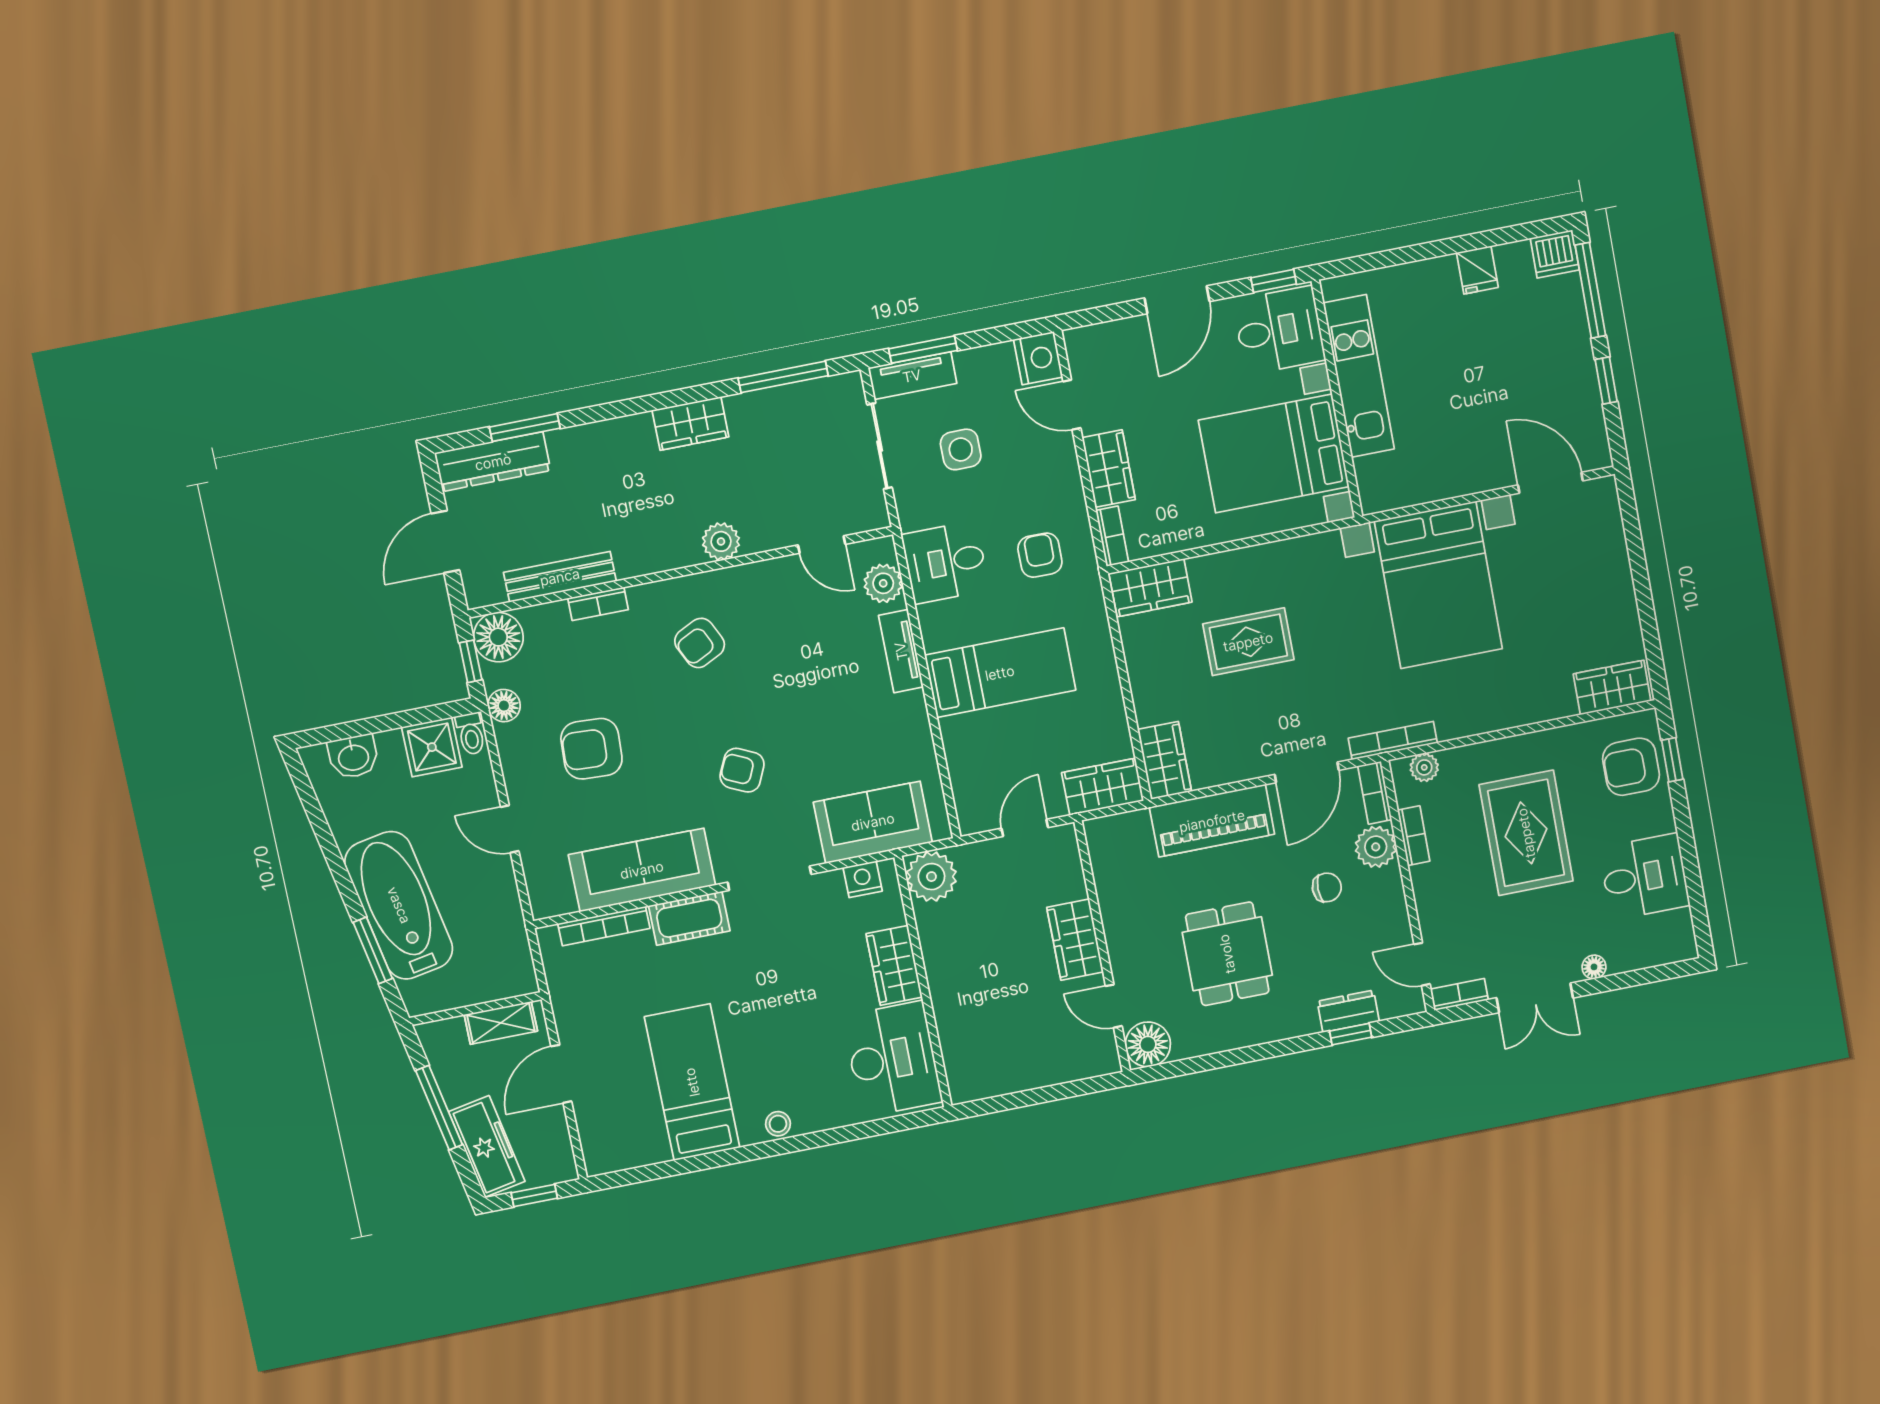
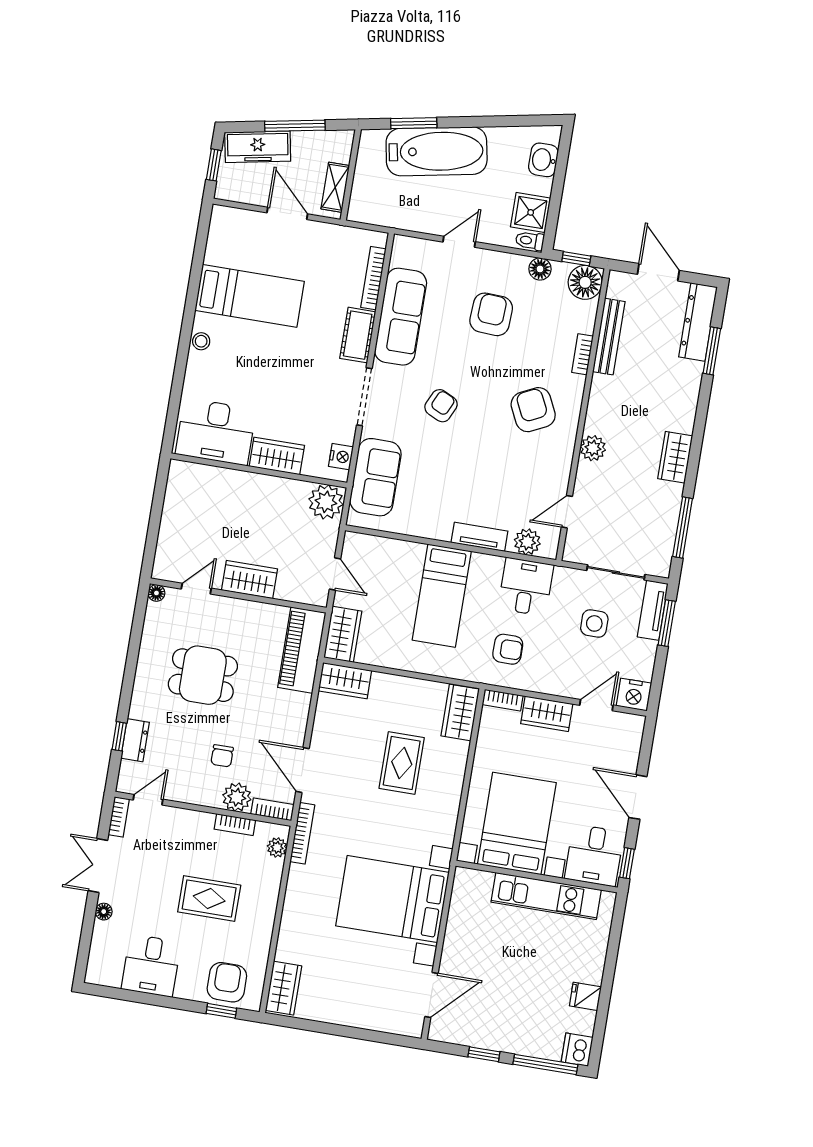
armchair: (700, 643) -> (533, 410), width x1.38, depth x1.38
piano: (1212, 821) -> (302, 650), moved
rug: (1526, 833) -> (209, 898), width x0.73, depth x0.70
floor lamp: (1148, 1044) -> (156, 593), width x0.53, depth x0.53

